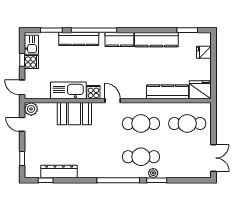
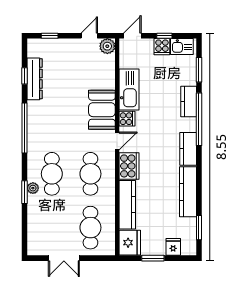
kitchen counter: (79, 39) -> (189, 102), width x0.67
window: (213, 70) -> (153, 258), added
cooker: (134, 90) -> (129, 166), added
booth: (74, 114) -> (102, 110), moved
double door: (213, 158) -> (64, 258), moved
window: (46, 180) -> (25, 76), moved
window: (118, 180) -> (25, 128), moved

